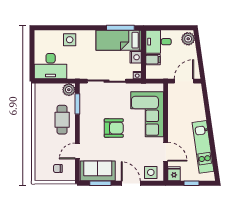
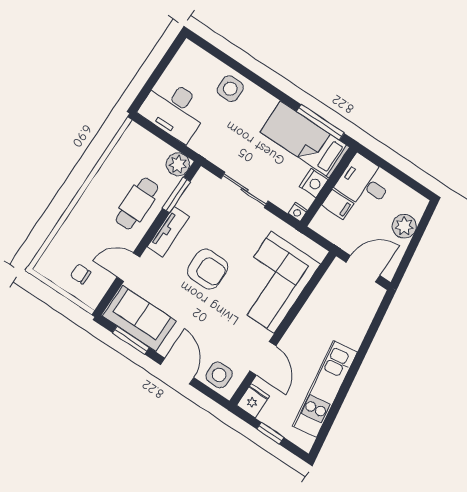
plant: (188, 39) -> (404, 226), moved
sliding door: (107, 81) -> (244, 190), width x0.73
tv unit: (85, 123) -> (168, 232), added

